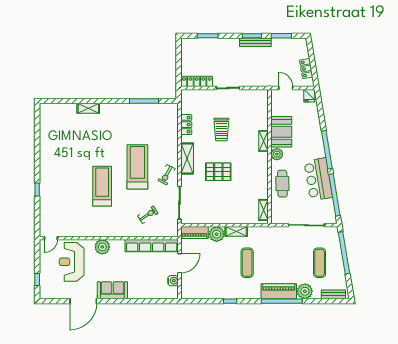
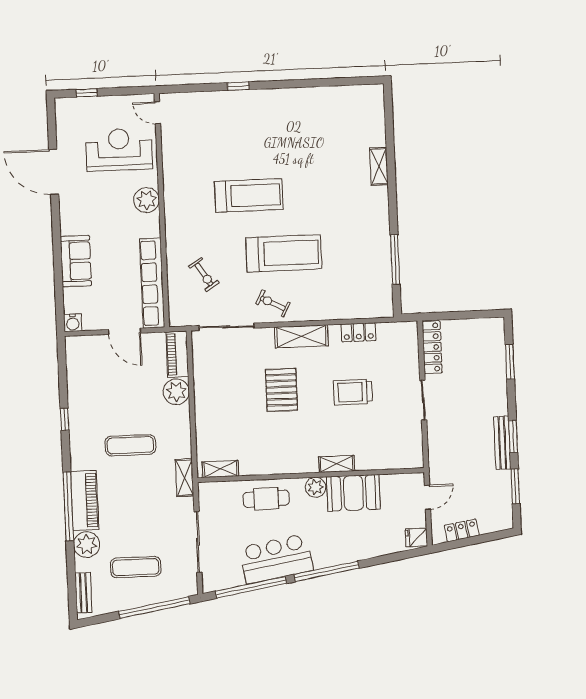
shelving: (236, 231) -> (185, 478), moved
water cooler: (173, 281) -> (73, 323), moved
sofa: (112, 290) -> (76, 261), moved

